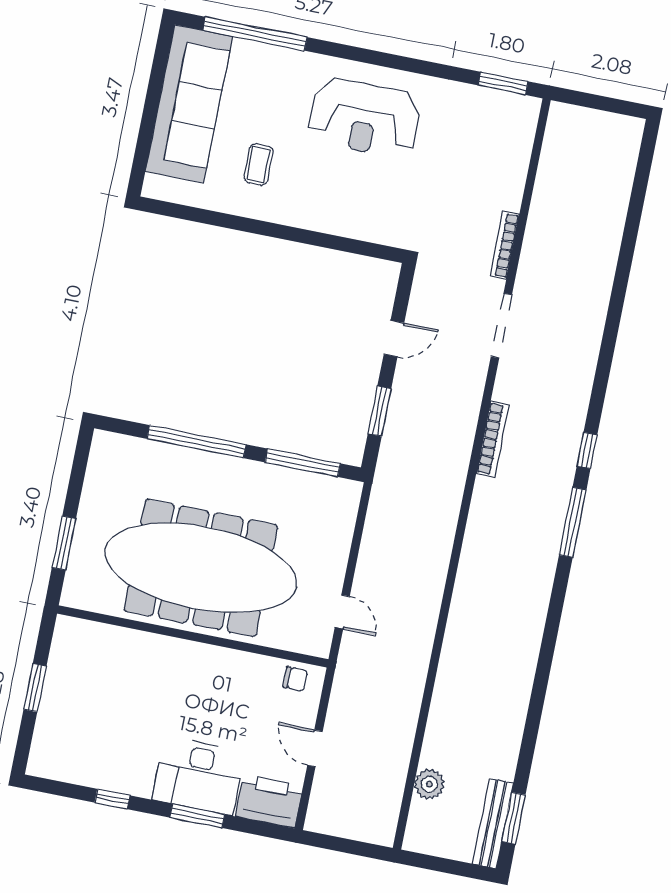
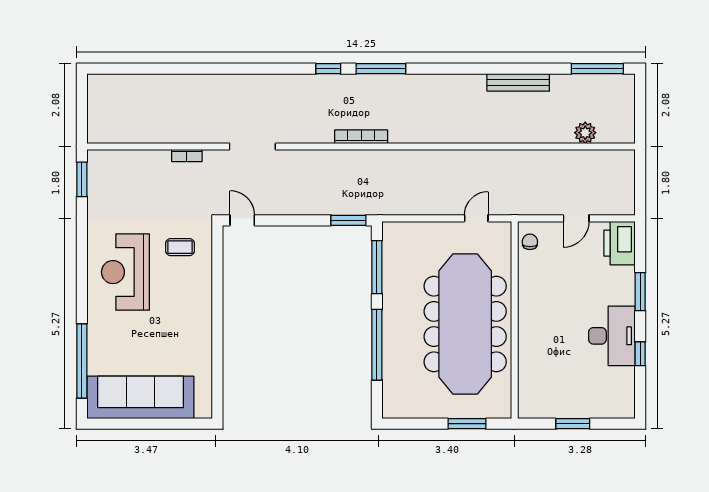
reception desk: (365, 118) -> (125, 272), turned 180
coffee table: (258, 164) -> (180, 247), moved
bookcase: (505, 245) -> (187, 156), width x0.64
door: (394, 339) -> (242, 220), moved
window: (379, 411) -> (348, 220), moved
bookcase: (493, 439) -> (361, 137), moved
desk: (199, 776) -> (612, 336), moved
window: (514, 818) -> (597, 69), width x1.44
bench: (493, 824) -> (518, 82), moved

